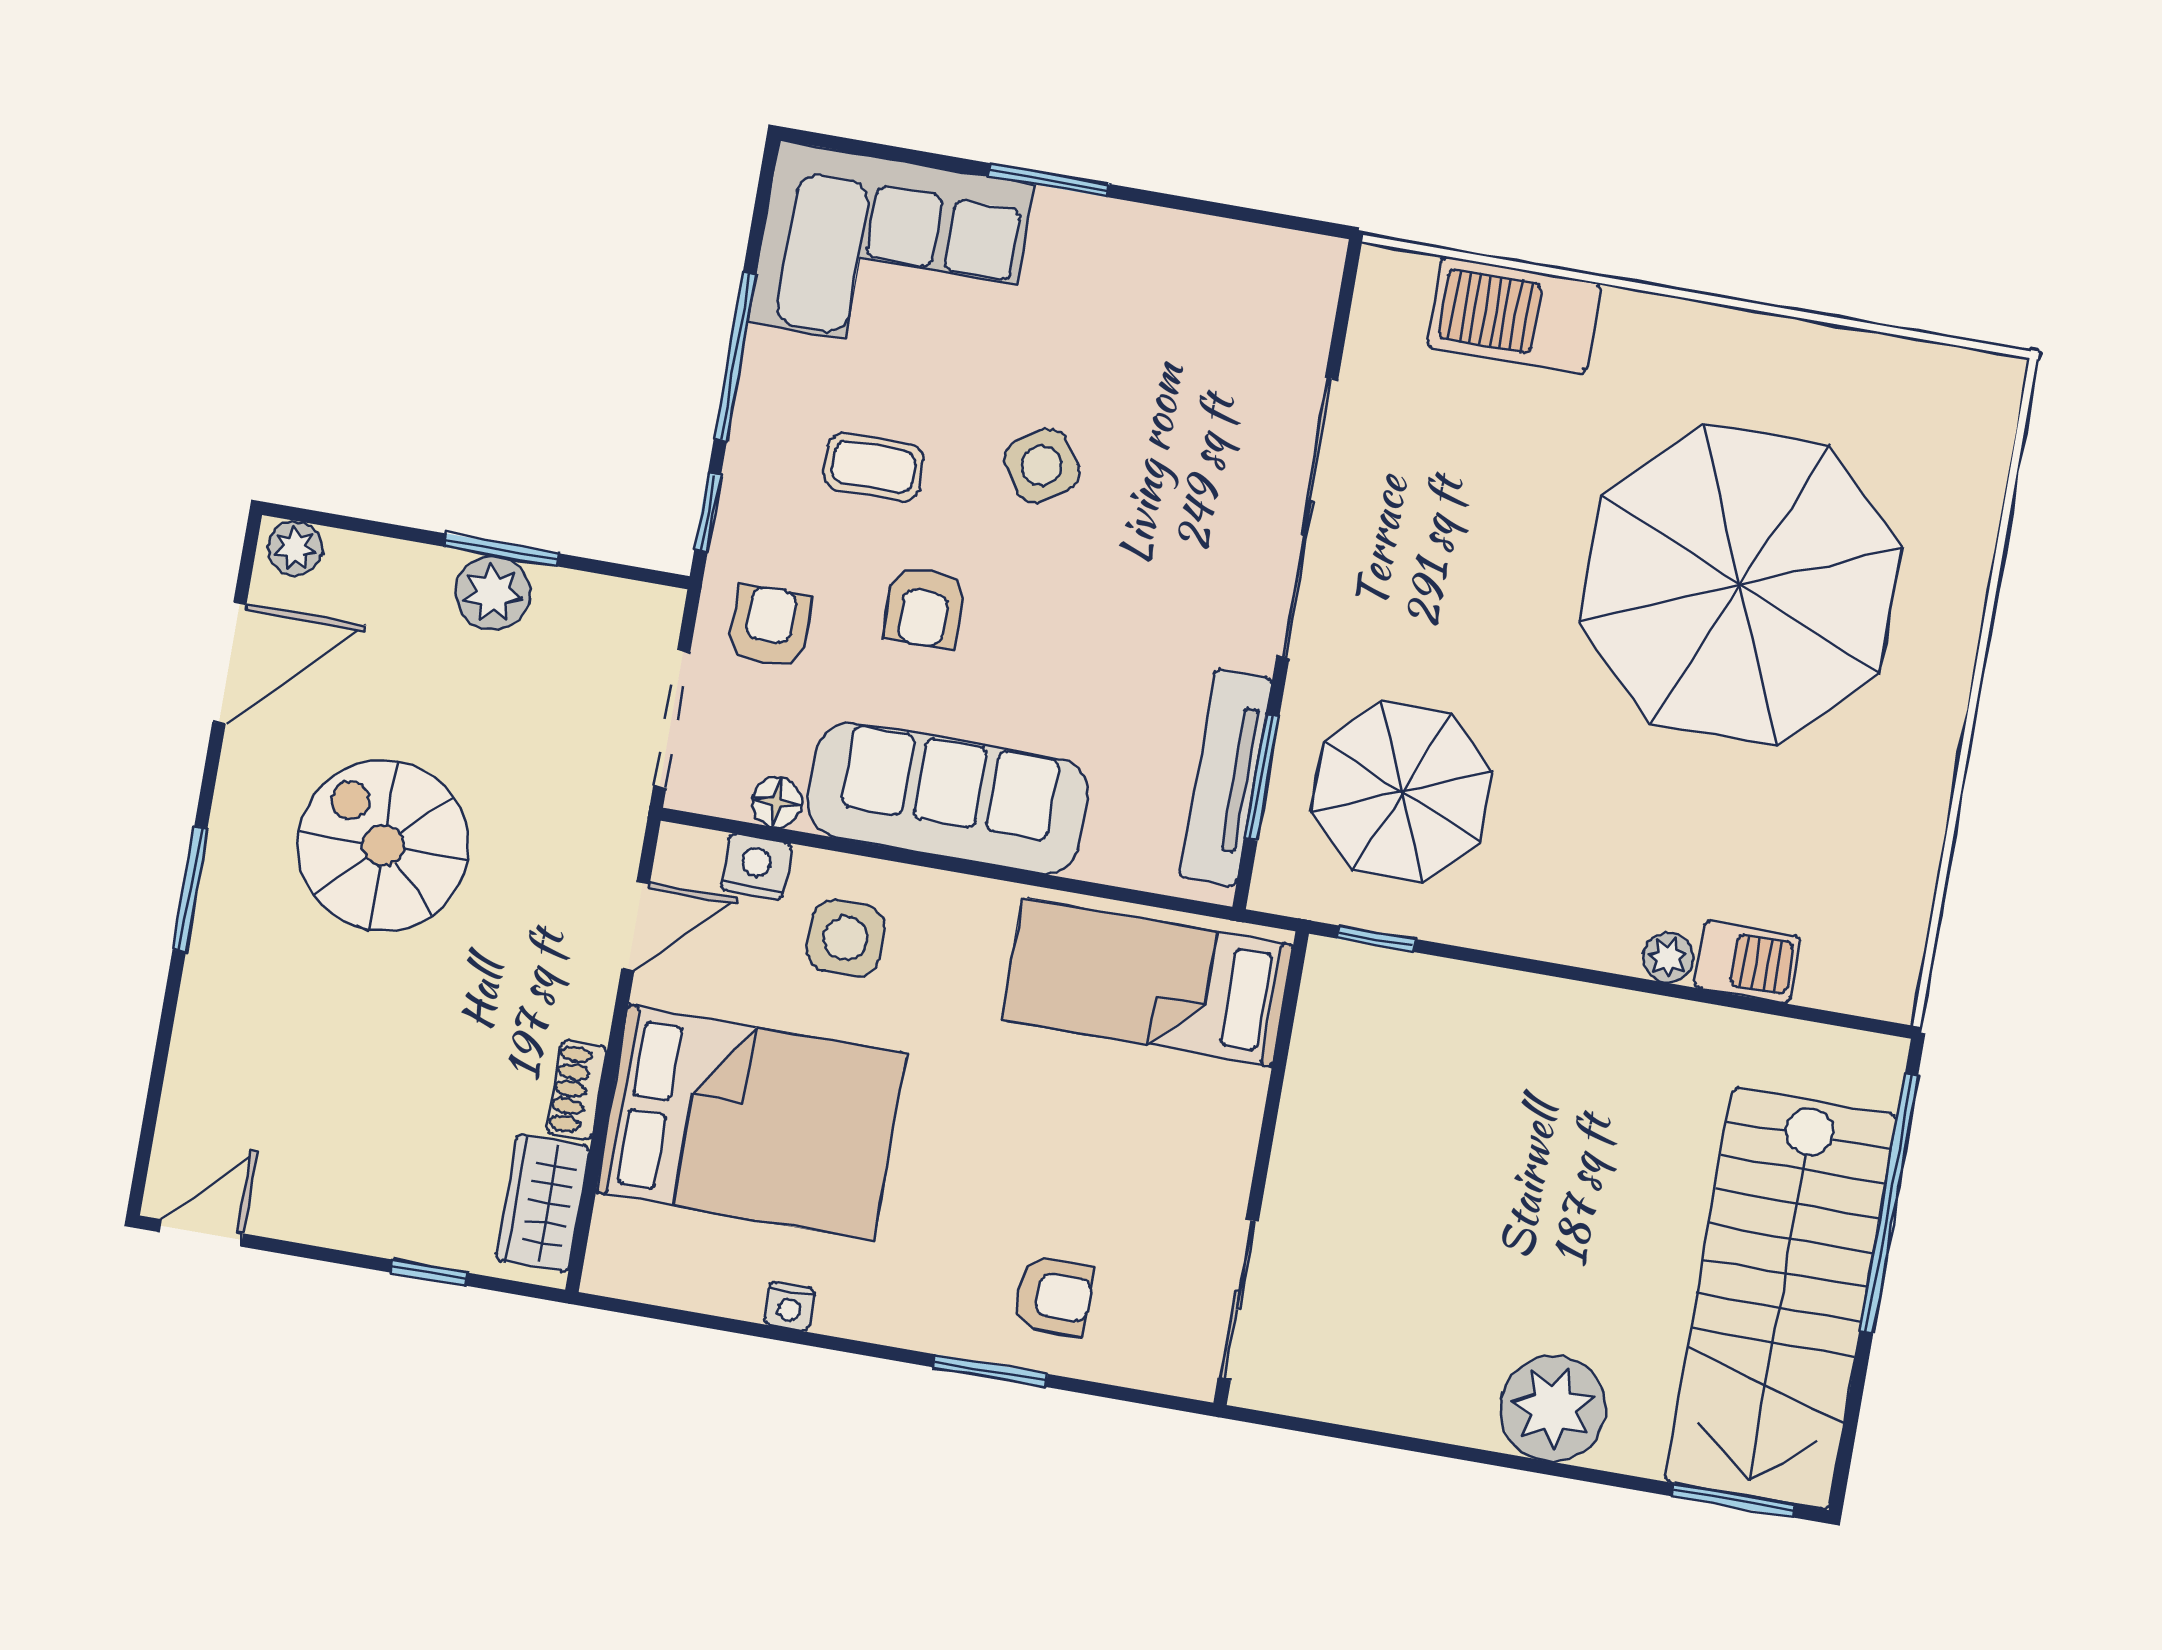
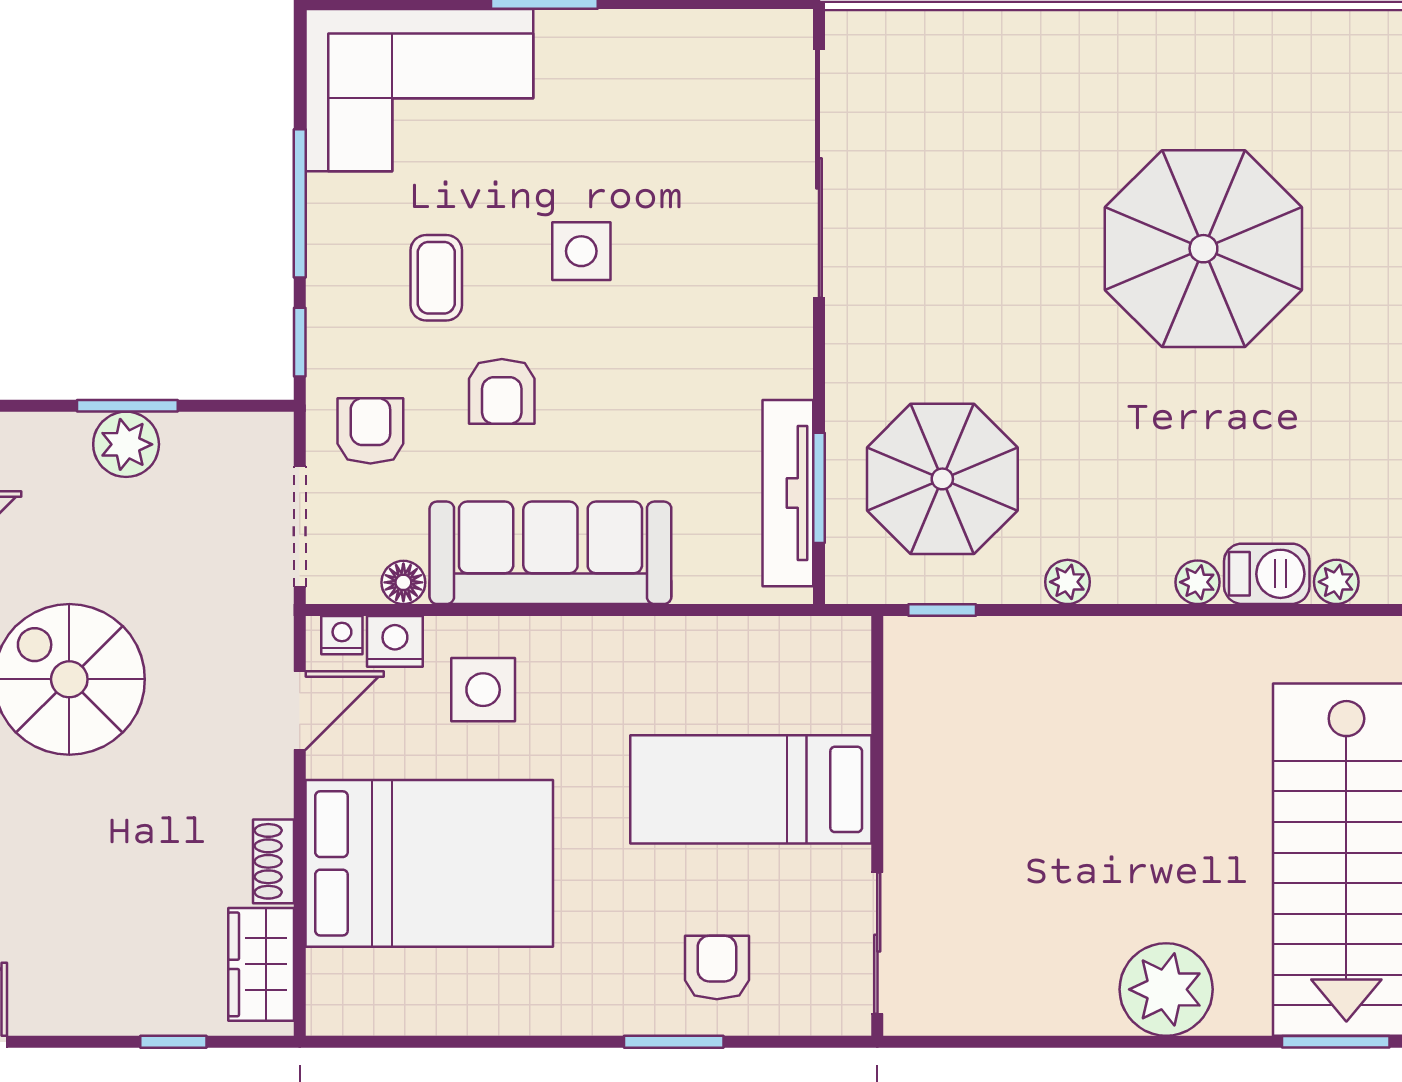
barbecue: (1514, 315) -> (967, 50), removed
side table: (1042, 466) -> (581, 251), turned 35
coffee table: (874, 467) -> (436, 278), turned 90
sliding door: (1307, 518) -> (819, 173), moved
parasol: (1740, 585) -> (1203, 249), width x0.73, depth x0.73
plant: (1522, 932) -> (1068, 582), added
bed: (1147, 982) -> (751, 789), moved
plant: (1824, 984) -> (1336, 582), added
armchair: (1053, 1296) -> (717, 968), turned -90
nightstand: (790, 1306) -> (342, 635), moved, turned 180

